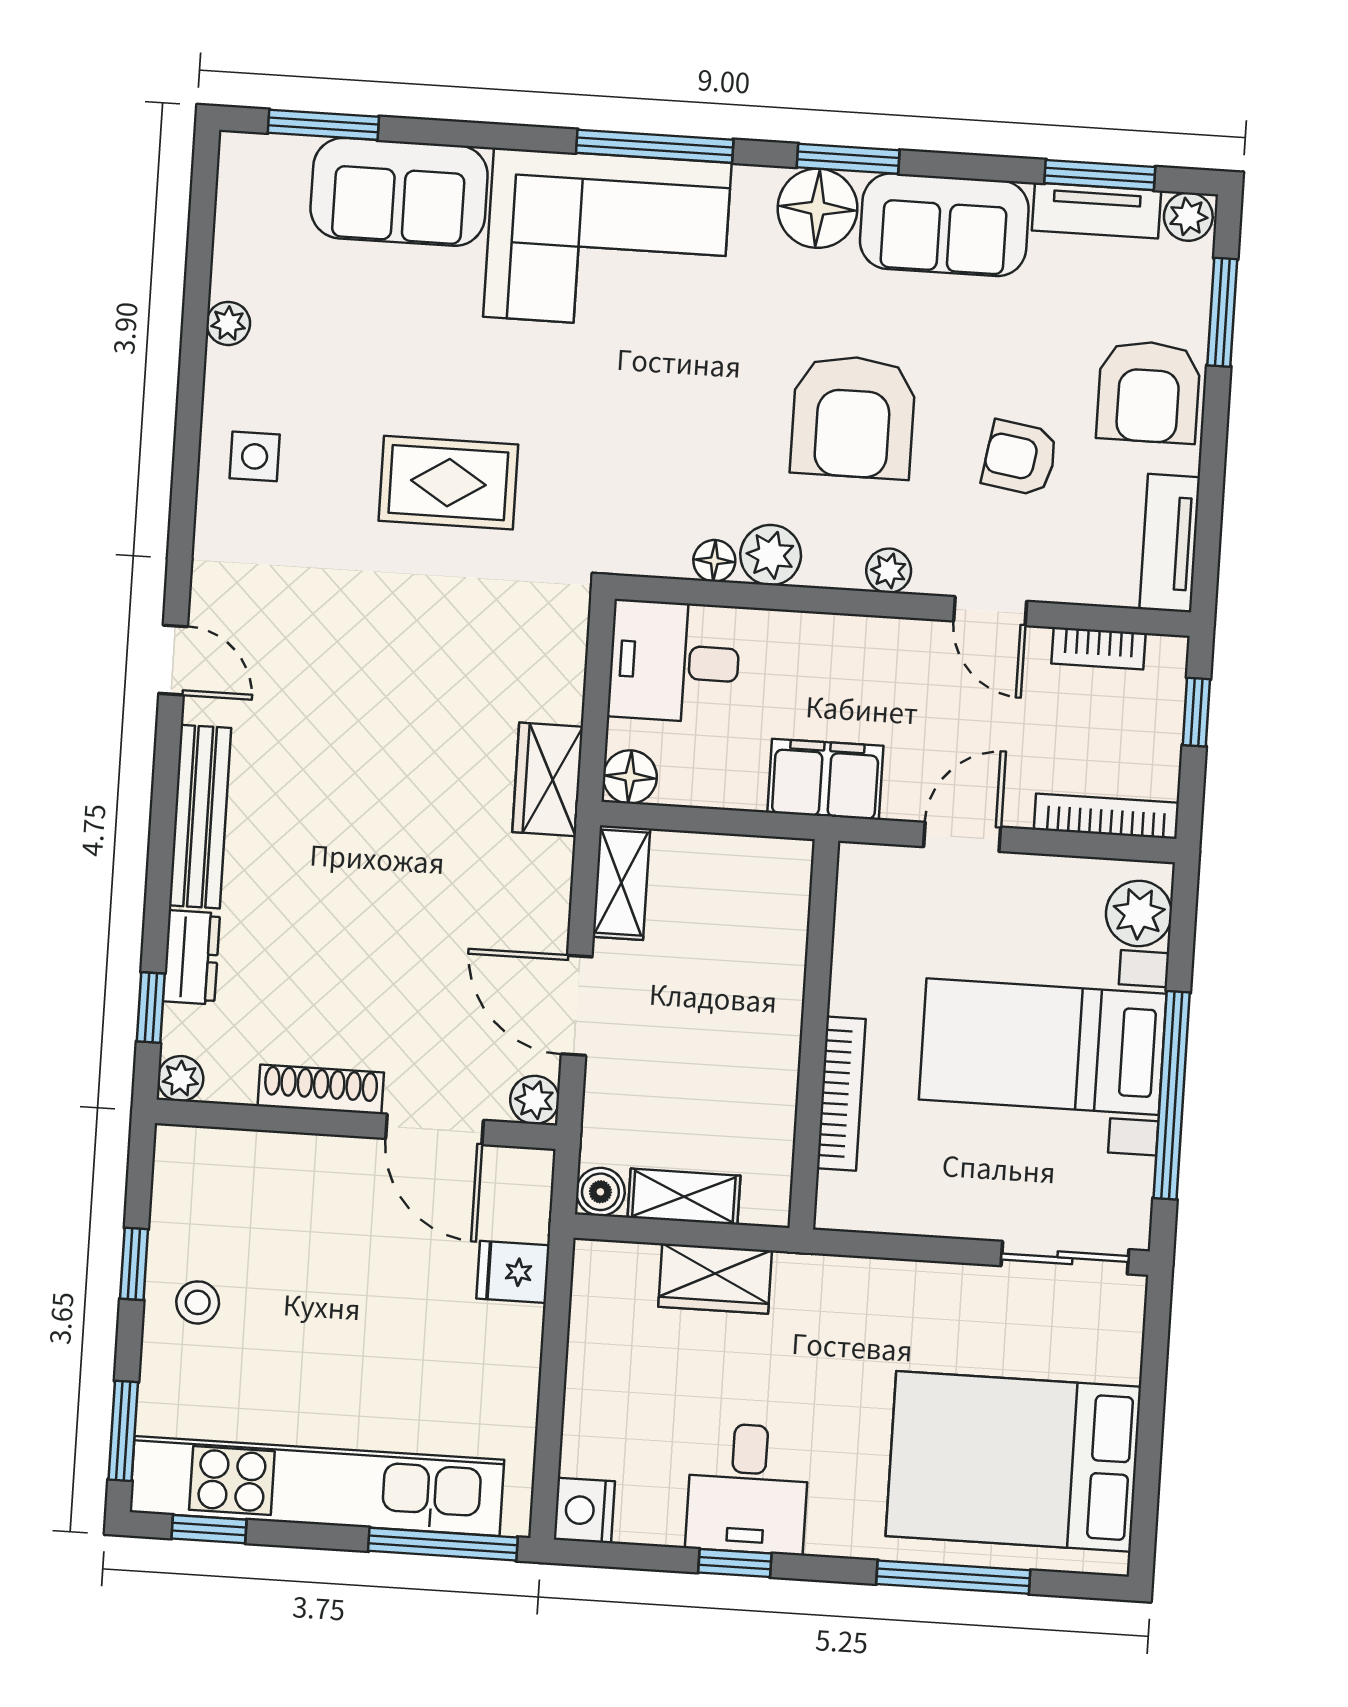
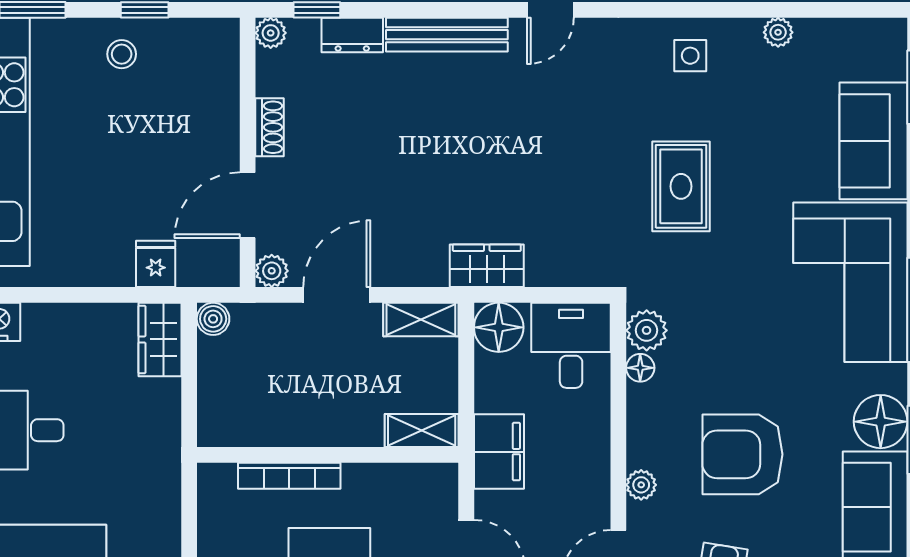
plant: (771, 555) -> (647, 330), moved
floor lamp: (630, 777) -> (499, 327), width x1.38, depth x1.38
shoe rack: (321, 1089) -> (270, 127), width x0.70
shelving: (684, 1197) -> (422, 431), moved, turned 90
wardrobe: (715, 1279) -> (160, 339), moved

